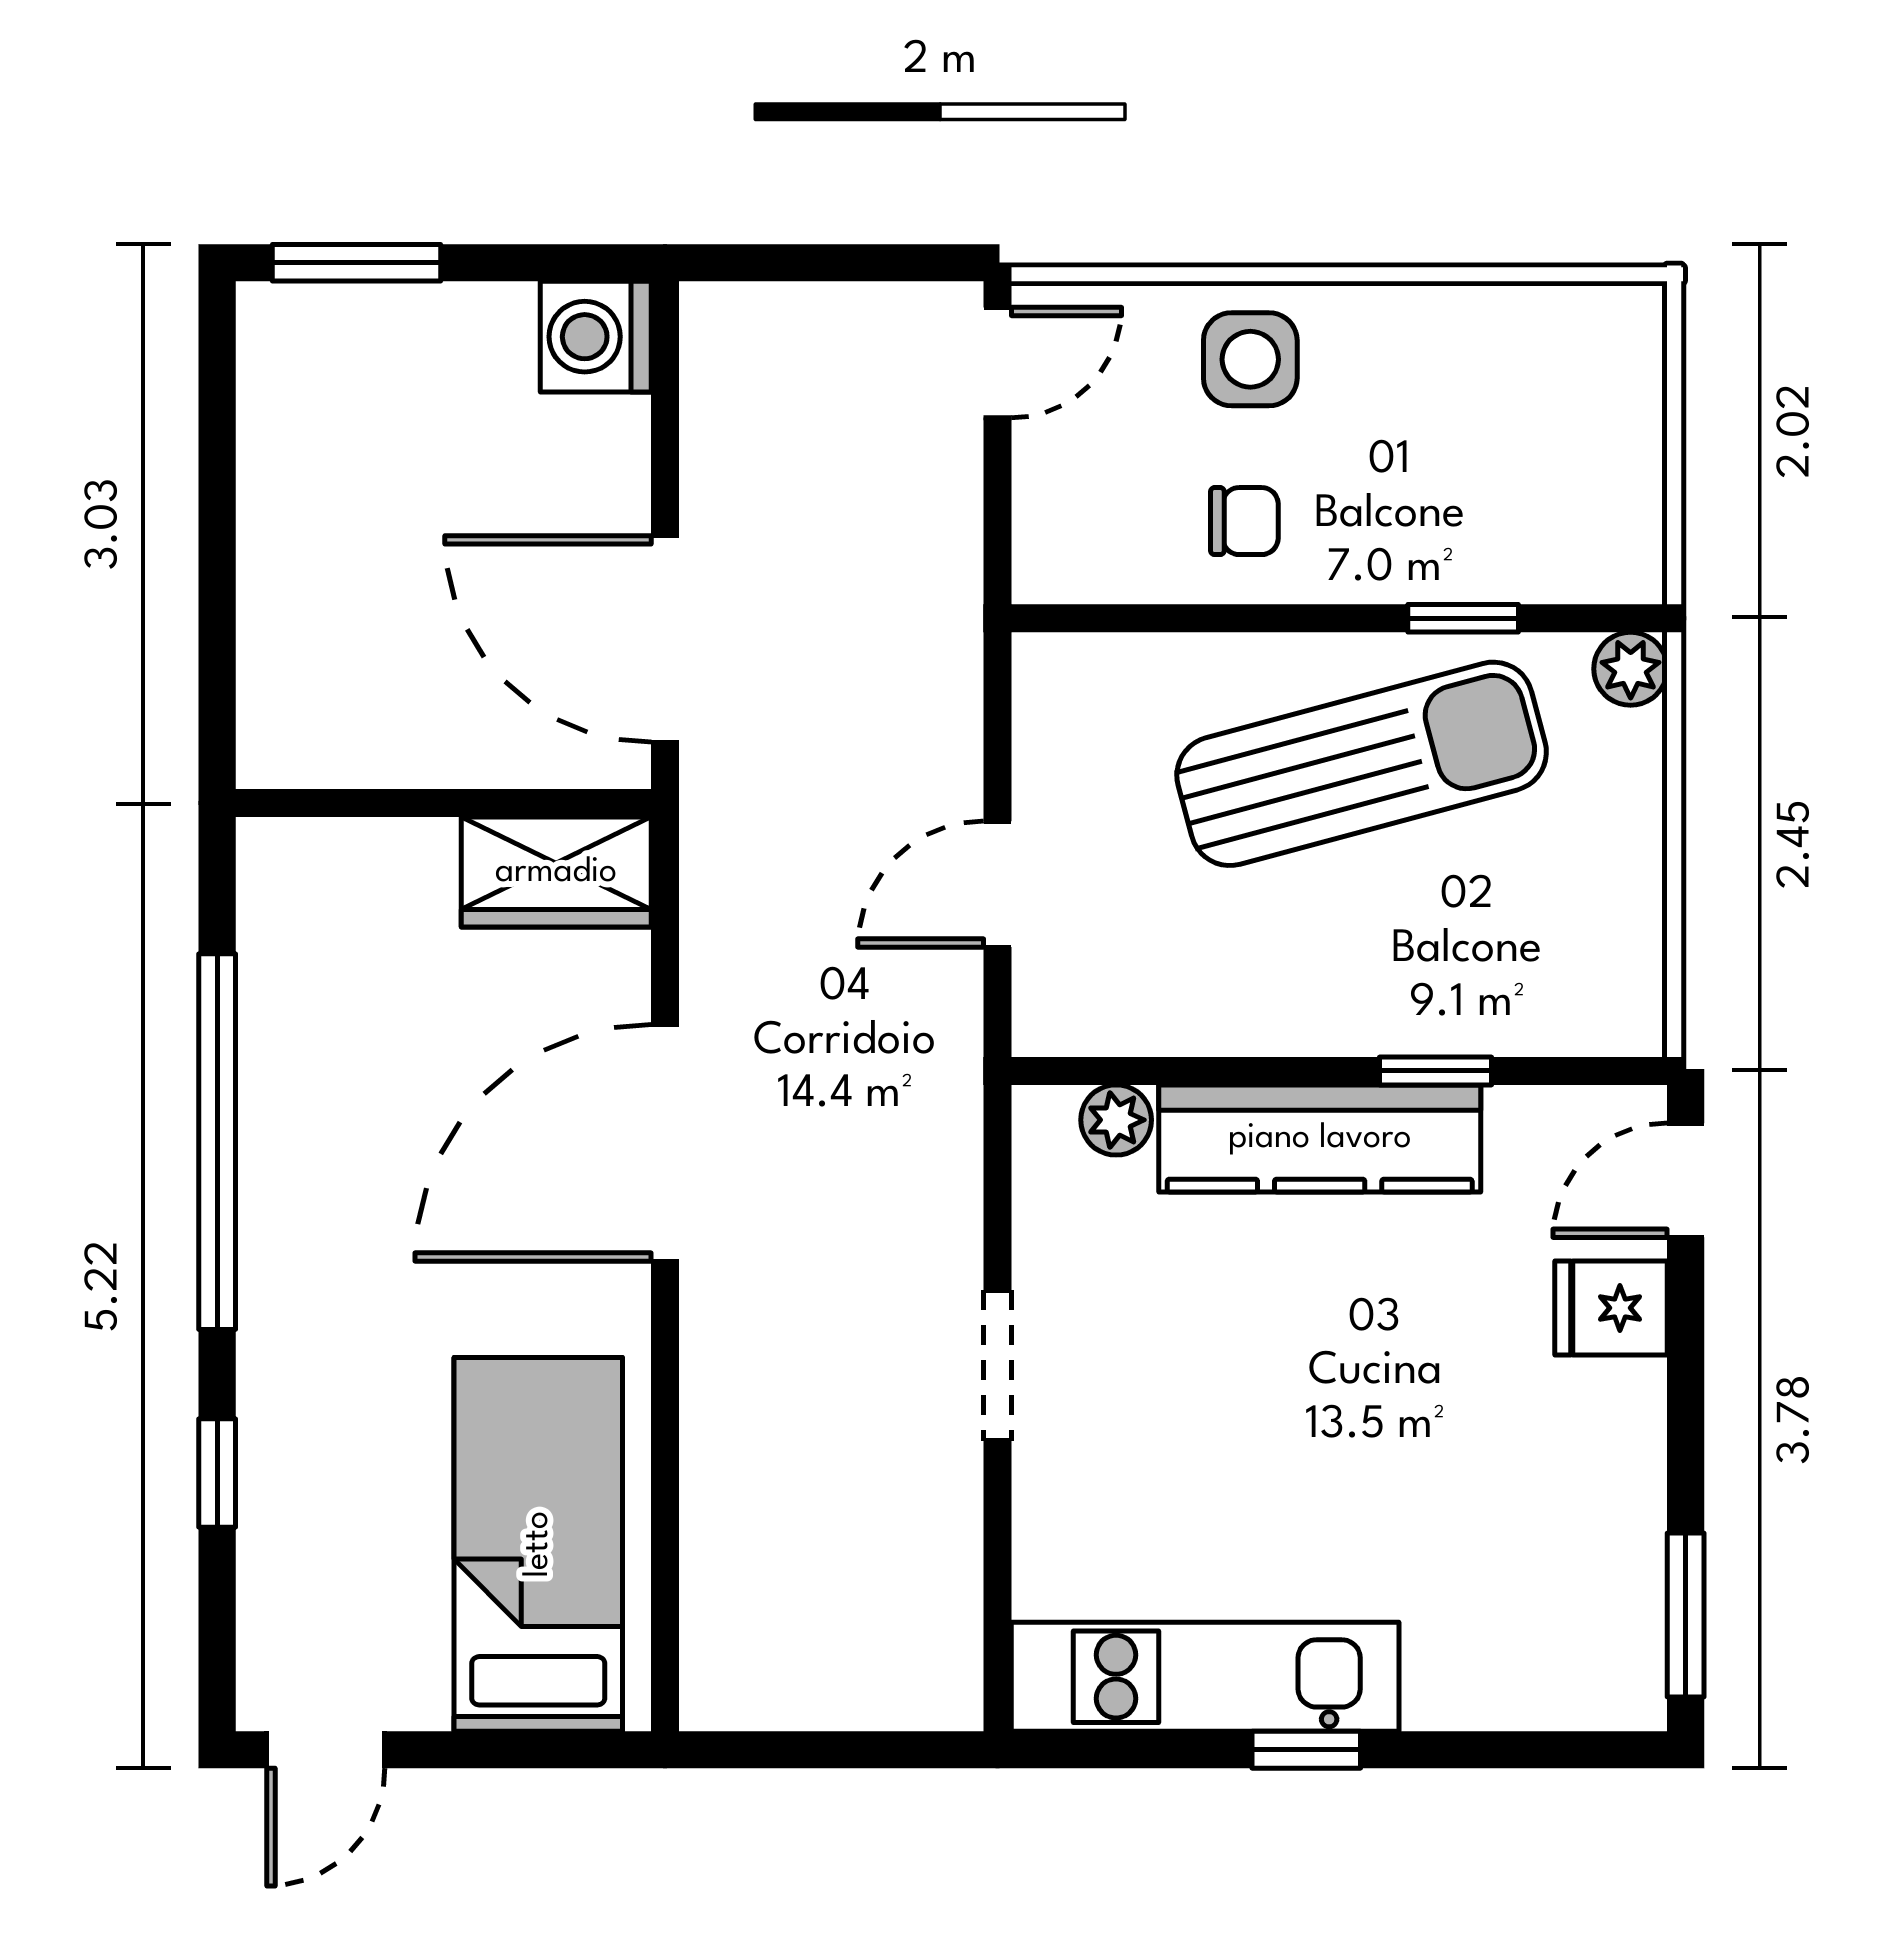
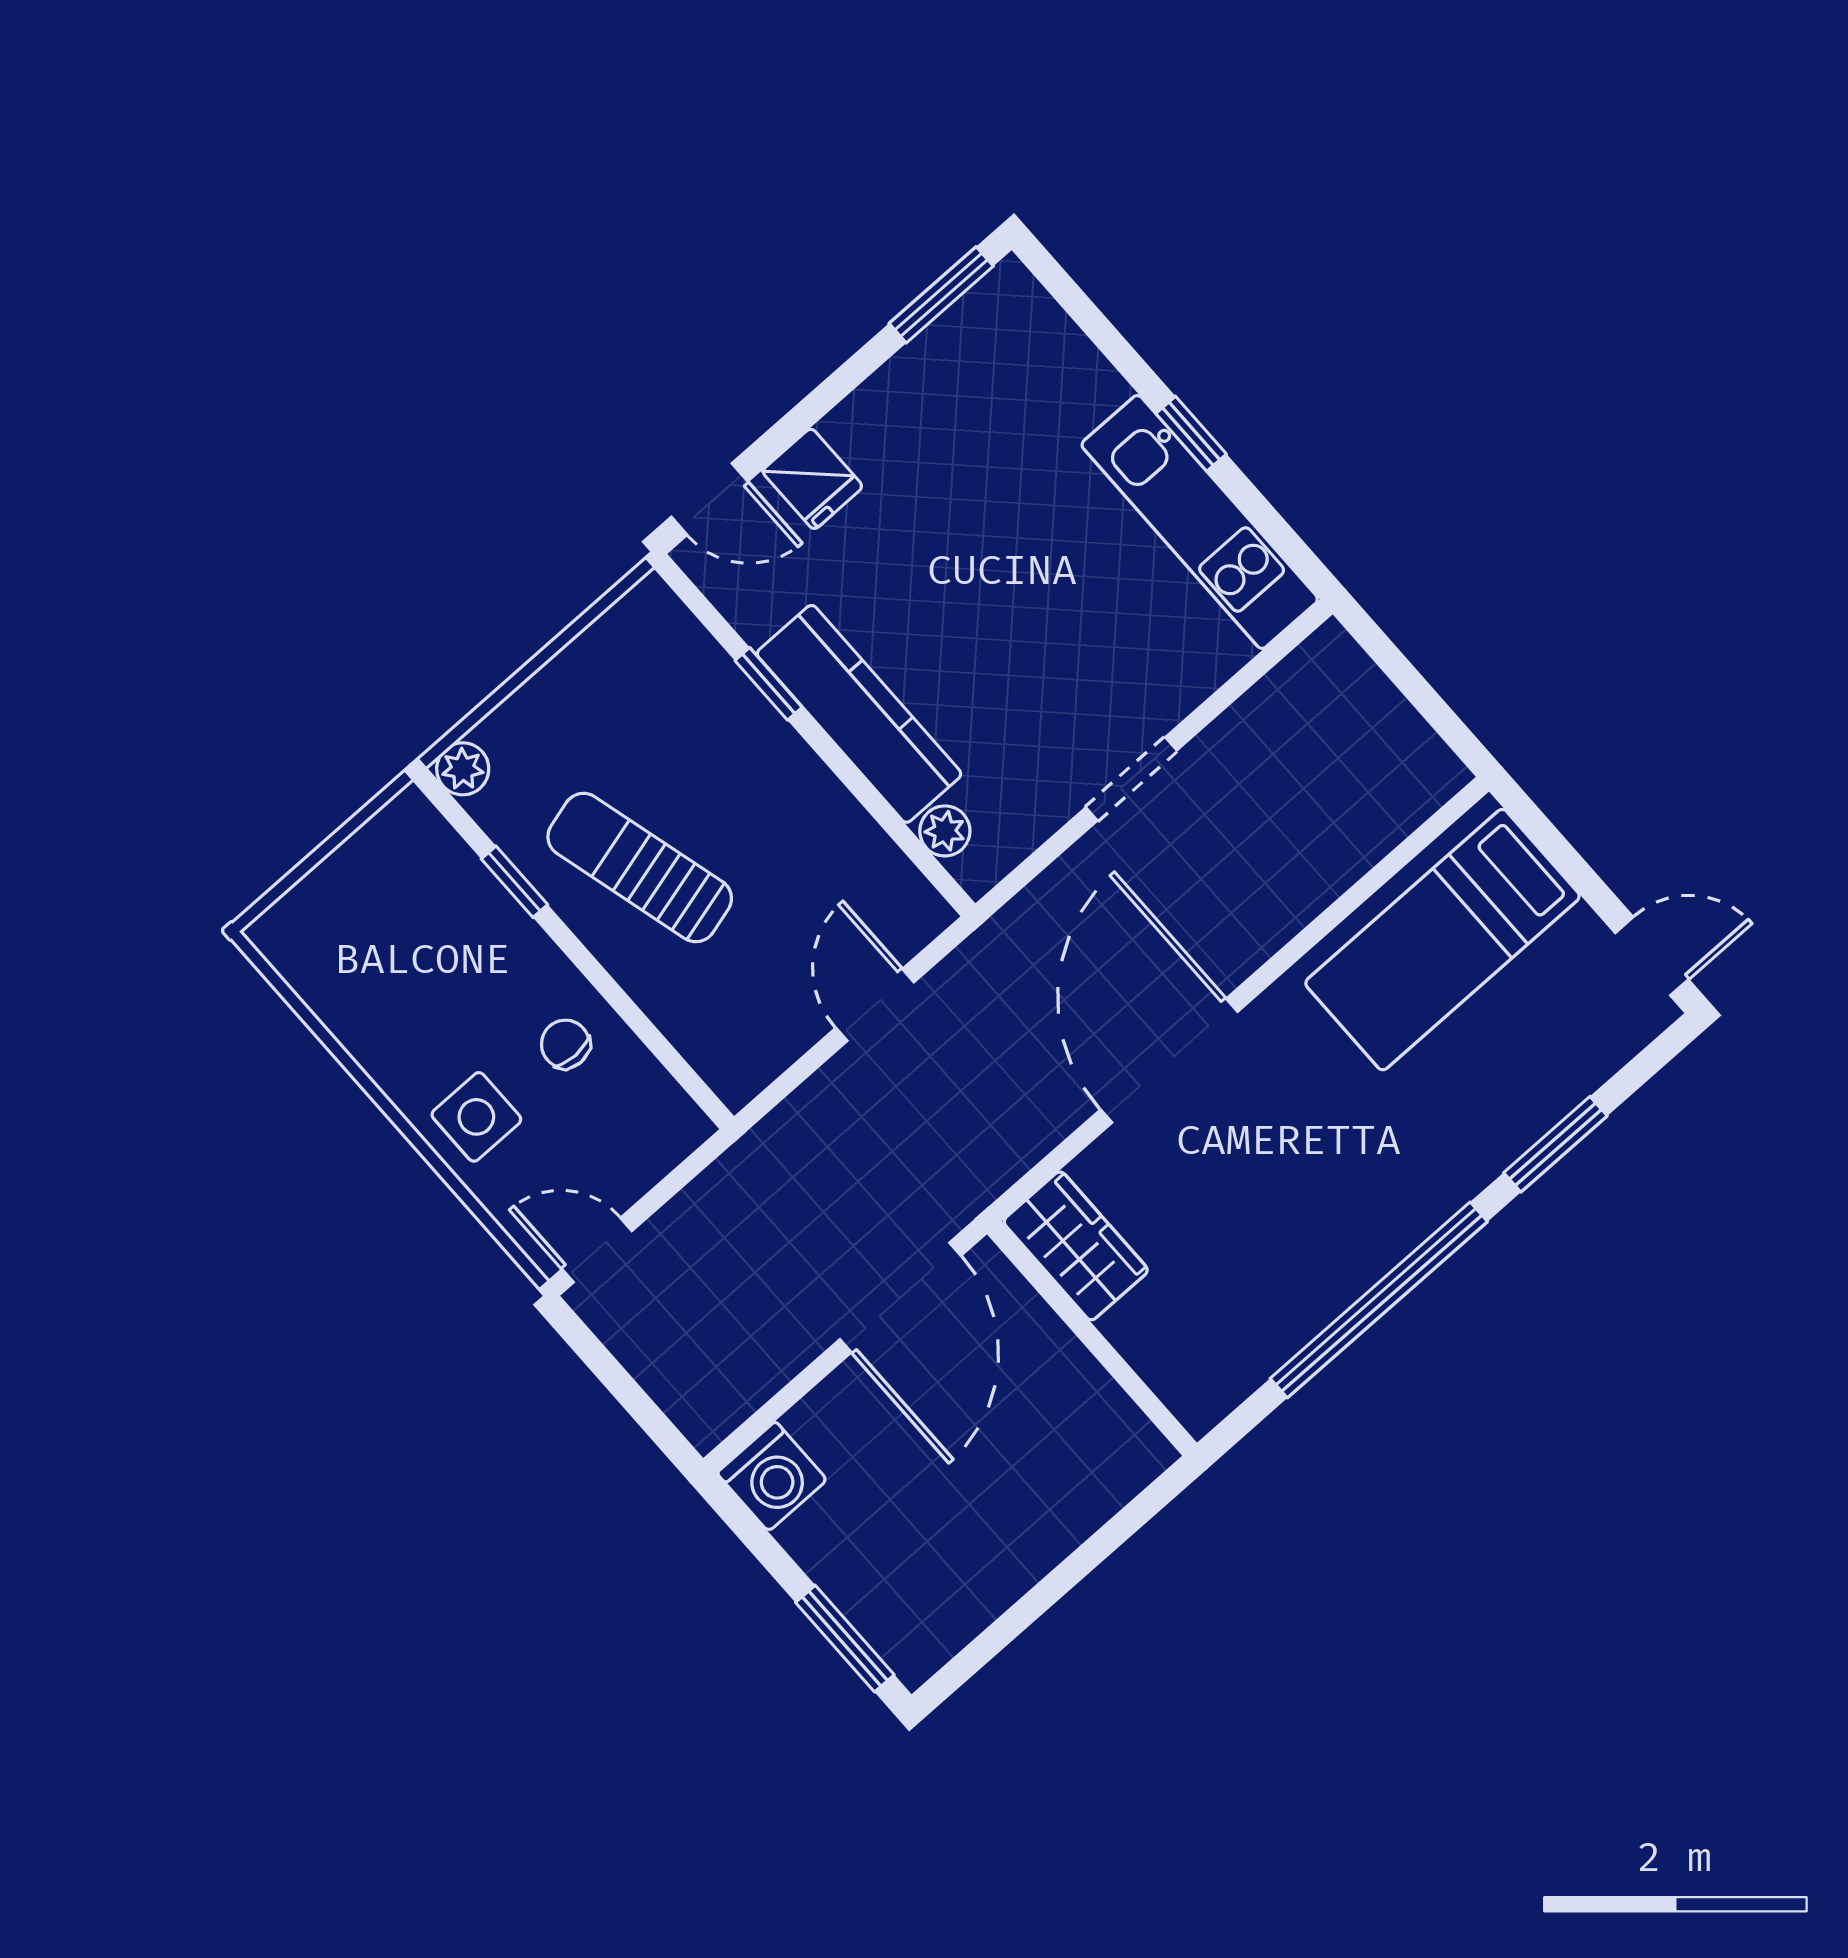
sun lounger: (1362, 764) -> (640, 868), width x0.73, depth x0.75
door: (998, 884) -> (875, 1005), swing flipped
door: (665, 1143) -> (1169, 1061), swing flipped
window: (217, 1473) -> (1555, 1144), width x1.50

